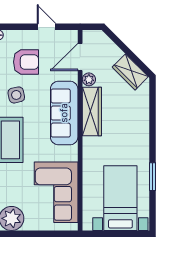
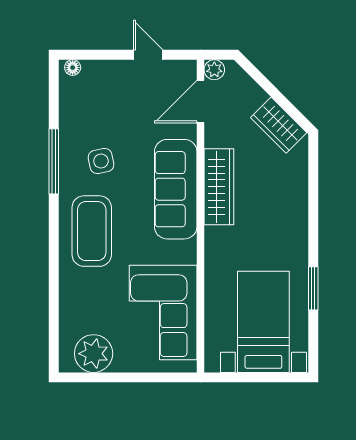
armchair: (26, 62) -> (116, 110), removed
plant: (89, 79) -> (214, 70), moved

